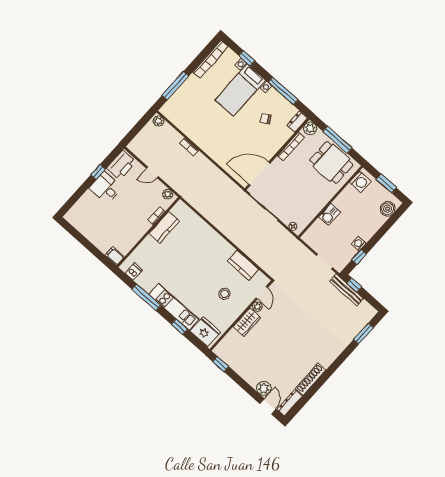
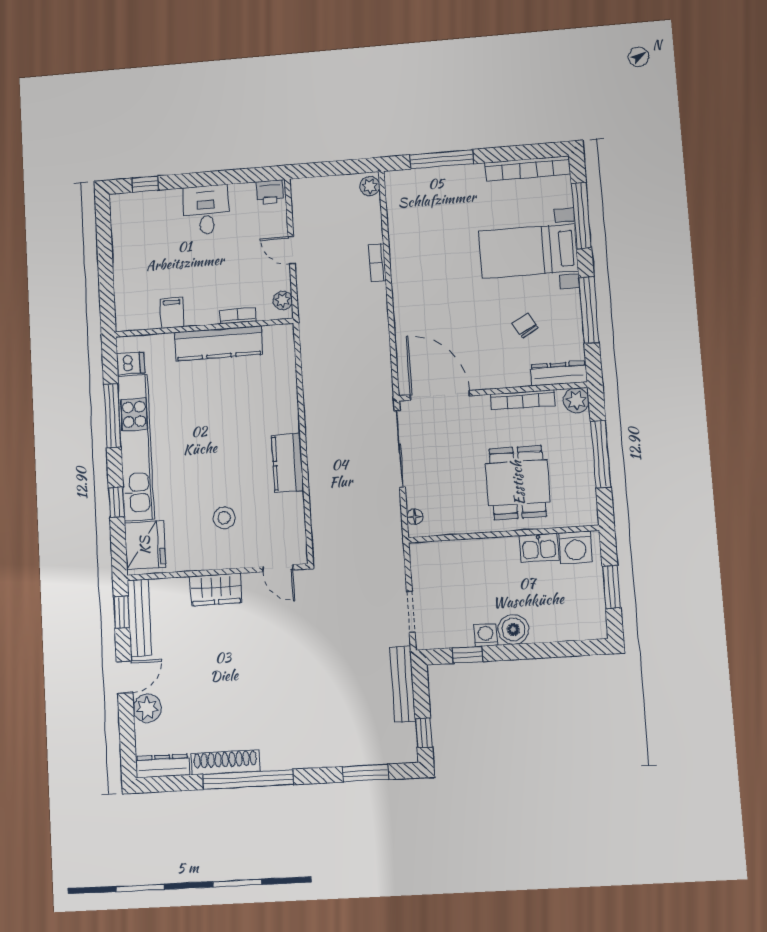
window: (247, 58) -> (581, 215), width x2.17
dresser: (297, 121) -> (559, 373), width x1.44
dining table: (331, 163) -> (518, 483), moved
printer: (121, 165) -> (270, 192), width x0.53, depth x0.68
window: (98, 172) -> (145, 184), moved
boiler: (388, 209) -> (513, 630), moved
kitchen sink: (330, 214) -> (539, 548), moved
kitchen counter: (164, 227) -> (218, 343), width x1.50
filing cabinet: (115, 256) -> (172, 313), moved
kitchen counter: (243, 265) -> (288, 463), moved
window: (354, 285) -> (424, 733), moved
door: (262, 293) -> (278, 568), hinge flipped
kitchen unit: (174, 307) -> (136, 447), width x1.36
plant: (257, 307) -> (252, 582), removed
bench: (229, 360) -> (140, 618), added
window: (325, 377) -> (248, 779), added
door: (268, 406) -> (125, 677), moved

